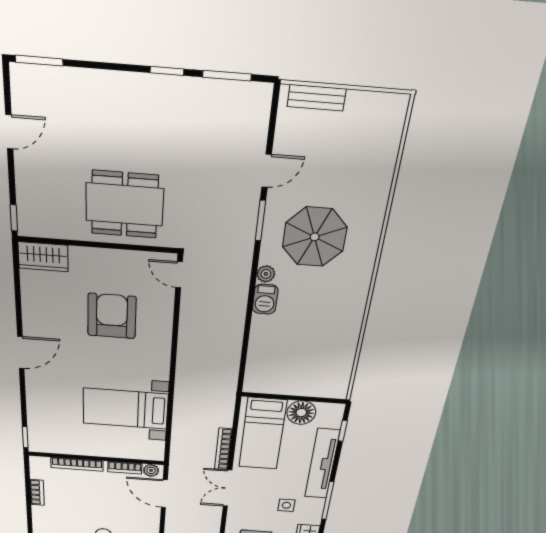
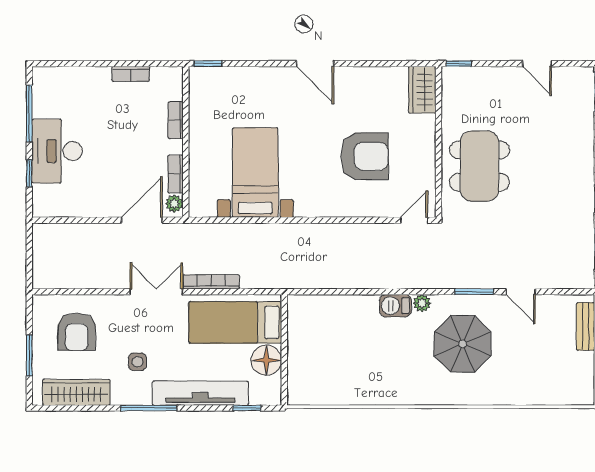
bookcase: (77, 464) -> (176, 120), width x0.64

